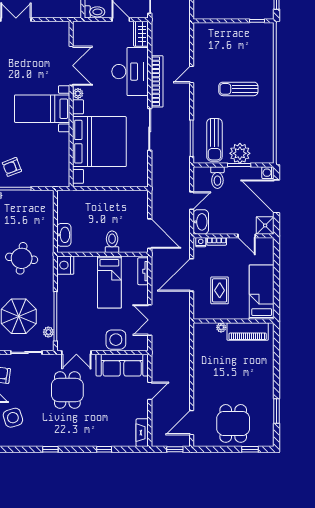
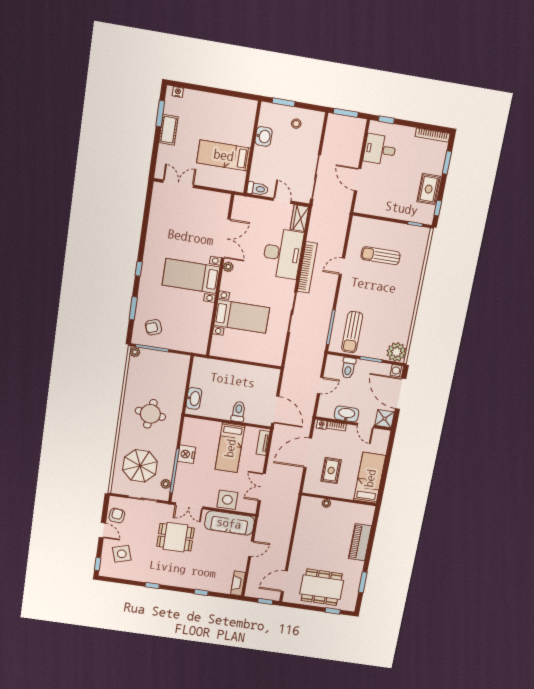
sun lounger: (238, 89) -> (381, 256), moved
bed with nightstands: (99, 142) -> (242, 316), width x0.54
plant: (240, 153) -> (396, 352), moved
washbasin: (201, 222) -> (347, 414), moved, turned -90
nightstand: (65, 265) -> (187, 454), moved
piano: (248, 332) -> (360, 542), moved, turned 90
dining table: (67, 390) -> (176, 537), turned 90
dining table: (233, 423) -> (322, 587), width x1.38

